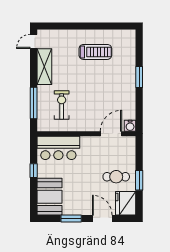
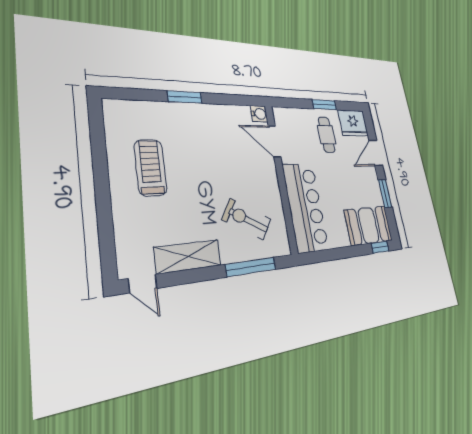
exercise bike: (62, 105) -> (247, 219), turned 31
bar counter: (58, 148) -> (305, 207), width x1.36
window: (34, 171) -> (380, 247), moved

